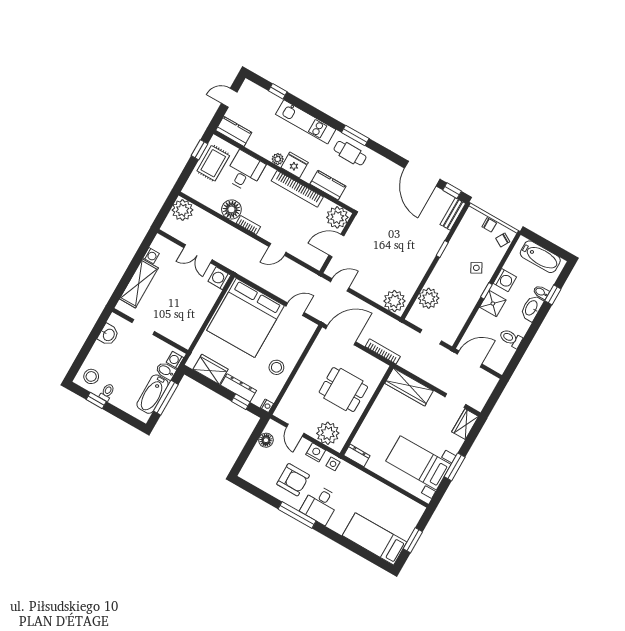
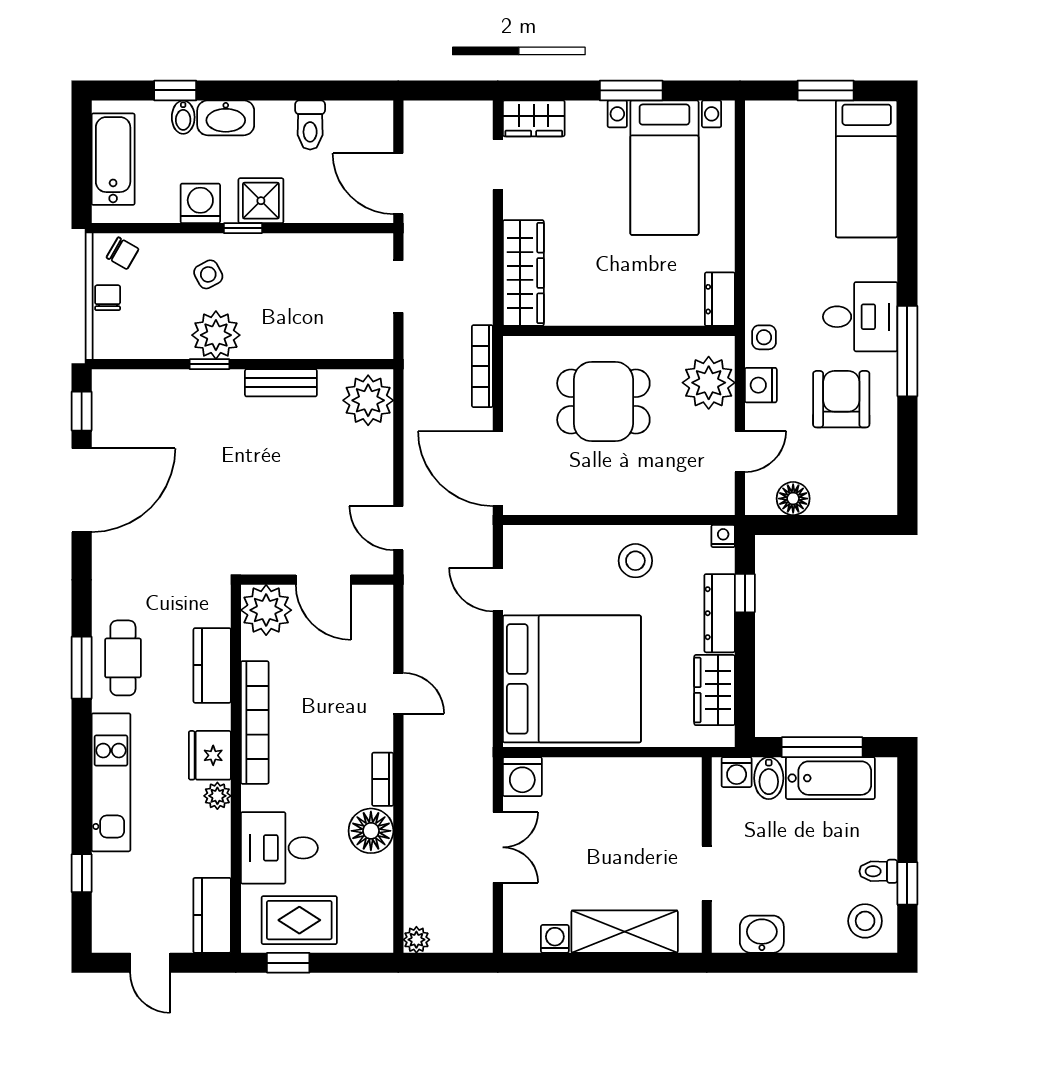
plant: (182, 210) -> (416, 940), width x0.53, depth x0.53
bench: (453, 214) -> (281, 383), moved
plant: (429, 298) -> (216, 335), moved
dining table: (343, 390) -> (603, 402), turned 90

